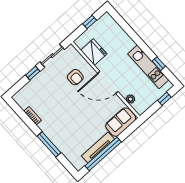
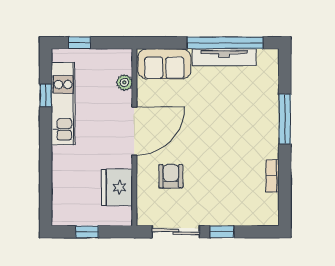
door: (108, 82) -> (134, 131), hinge flipped

